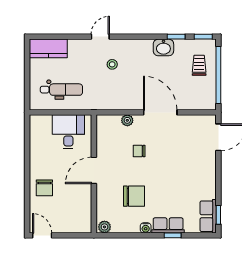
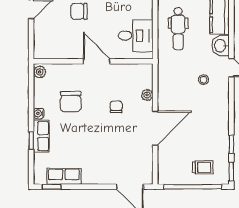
washbasin: (163, 47) -> (221, 46), moved
row of seats: (208, 216) -> (64, 176), moved

